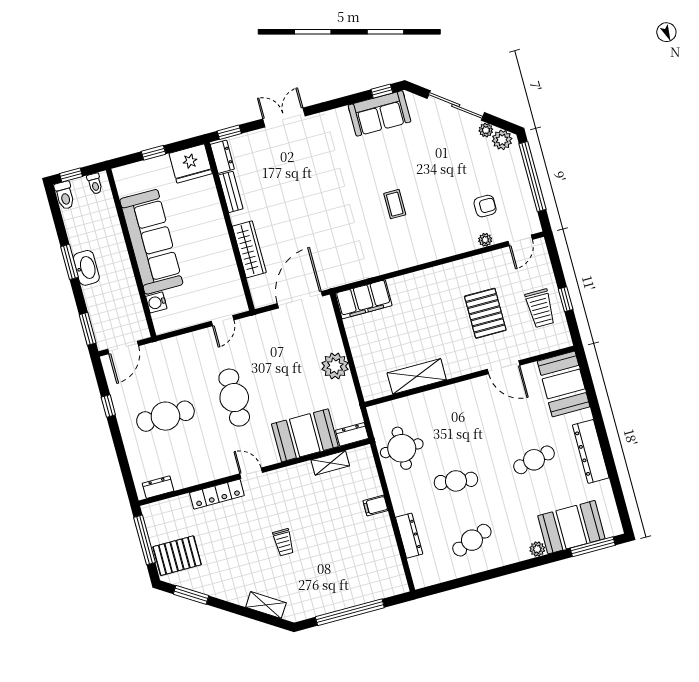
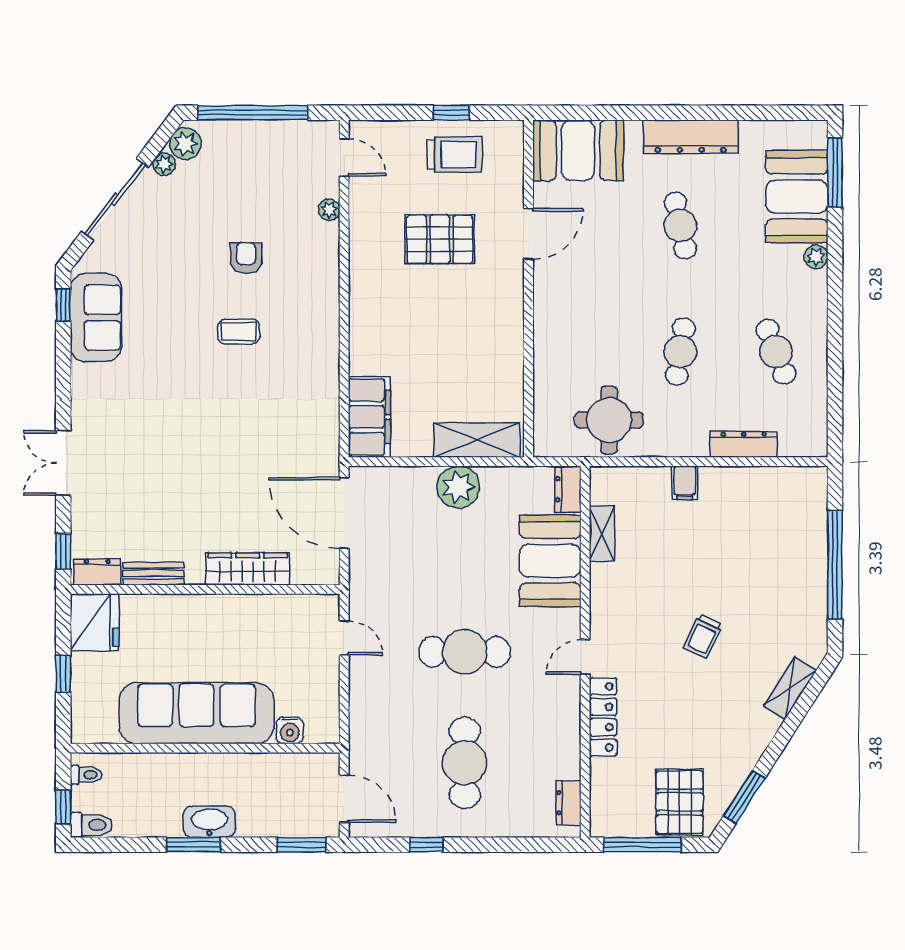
armchair: (485, 206) -> (246, 258), moved
shelving: (417, 376) -> (477, 440), moved, turned 90
trolley: (283, 542) -> (703, 636), turned 115

